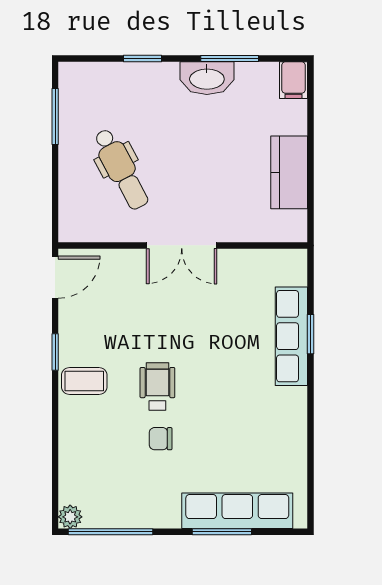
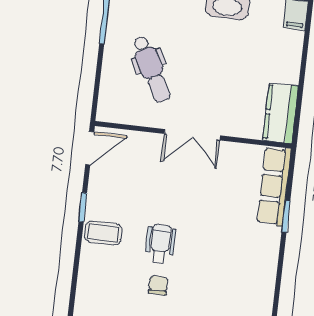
kitchen counter: (289, 172) -> (281, 113), moved
row of seats: (291, 336) -> (274, 186), moved
chair: (161, 439) -> (158, 285), turned 90

